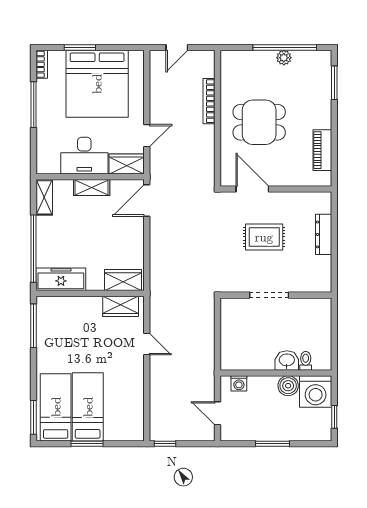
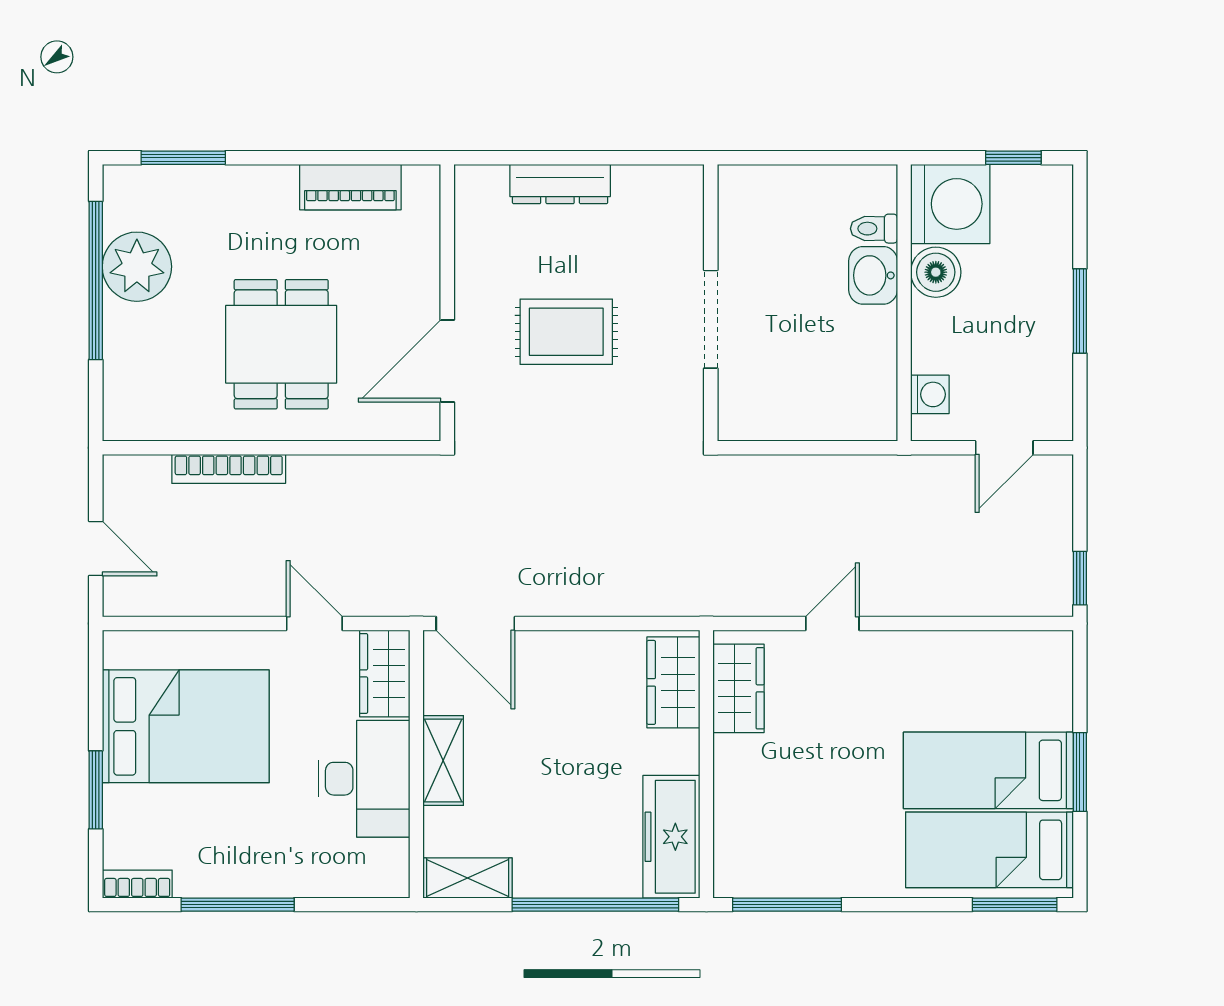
plant: (284, 58) -> (137, 267), width x1.88, depth x1.88
bed: (97, 84) -> (186, 726), width x0.73
rug: (264, 237) -> (566, 332), turned 90

